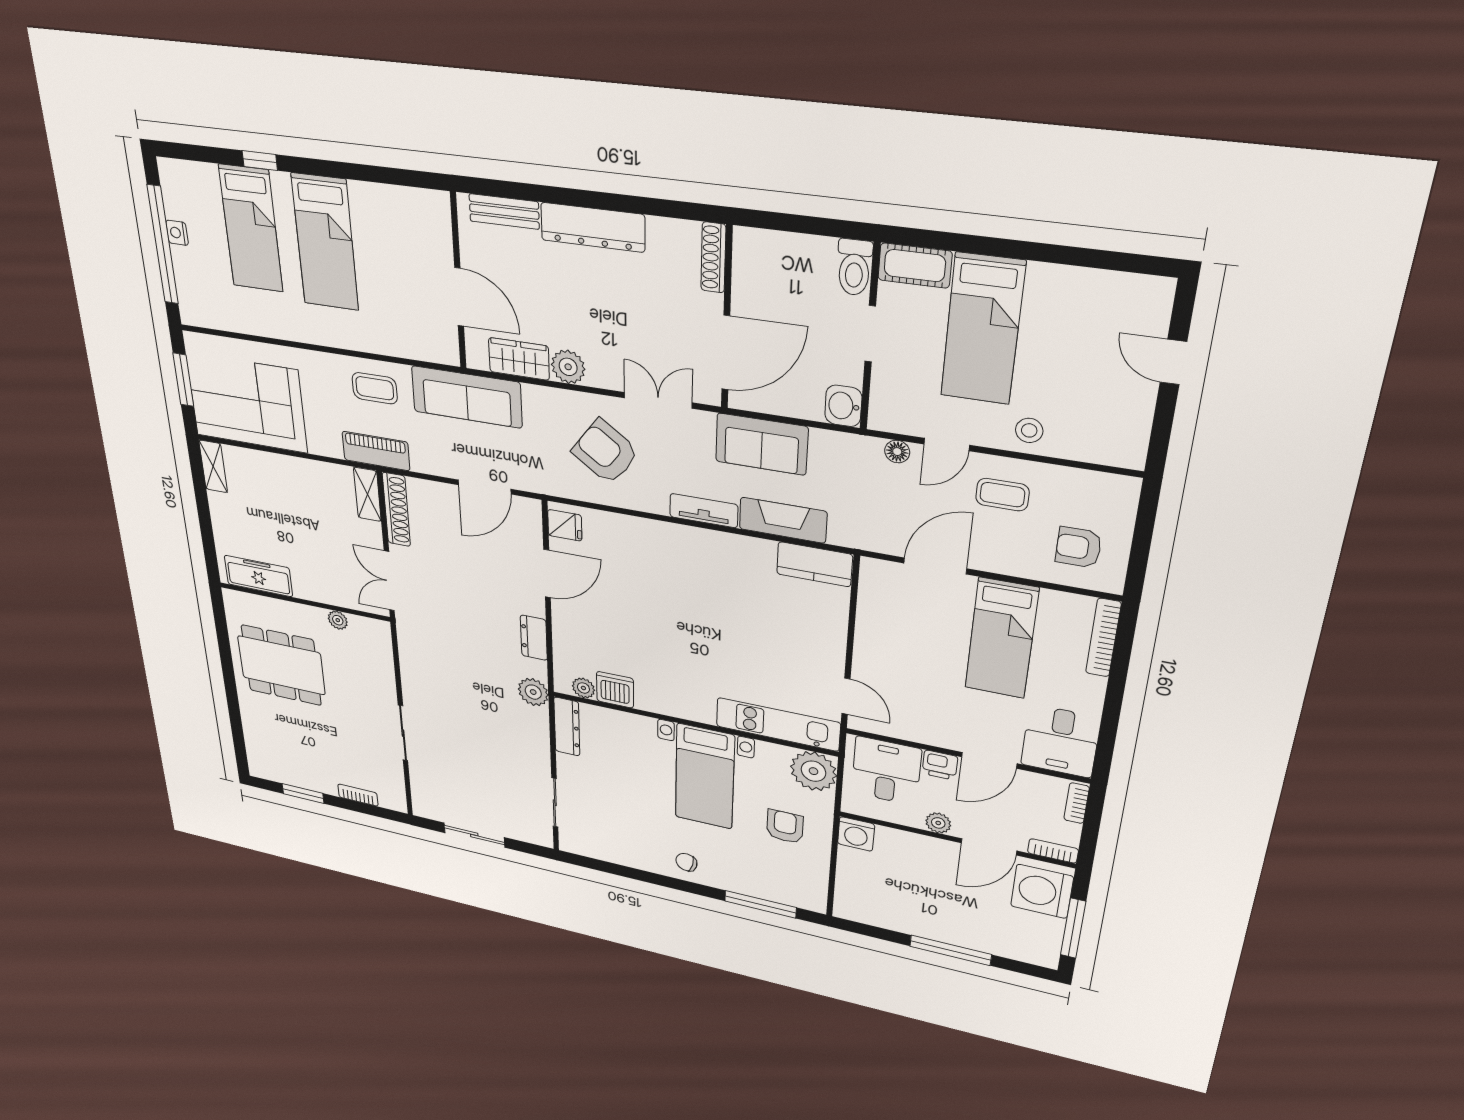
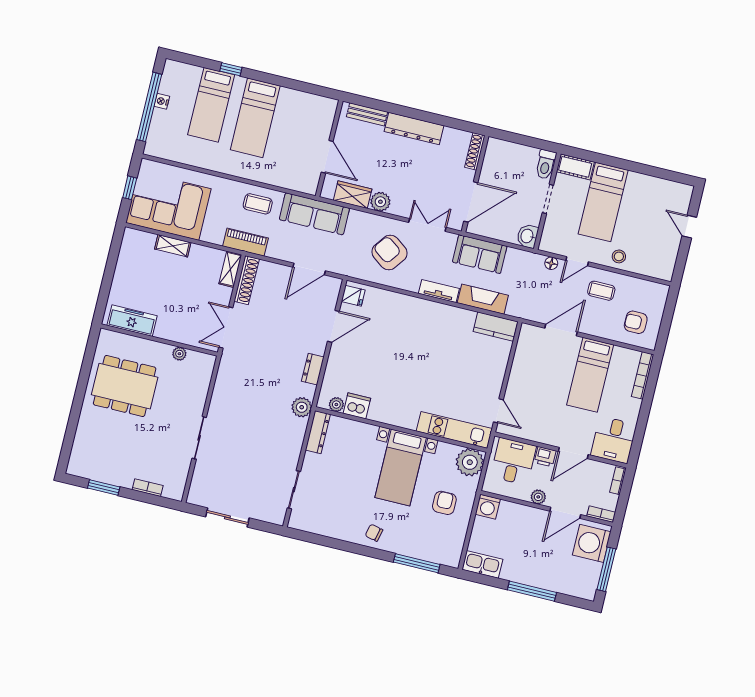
window: (183, 380) -> (130, 188), width x0.67
shelving: (213, 466) -> (173, 246), moved, turned 90
kitchen sink: (863, 911) -> (482, 564), added

